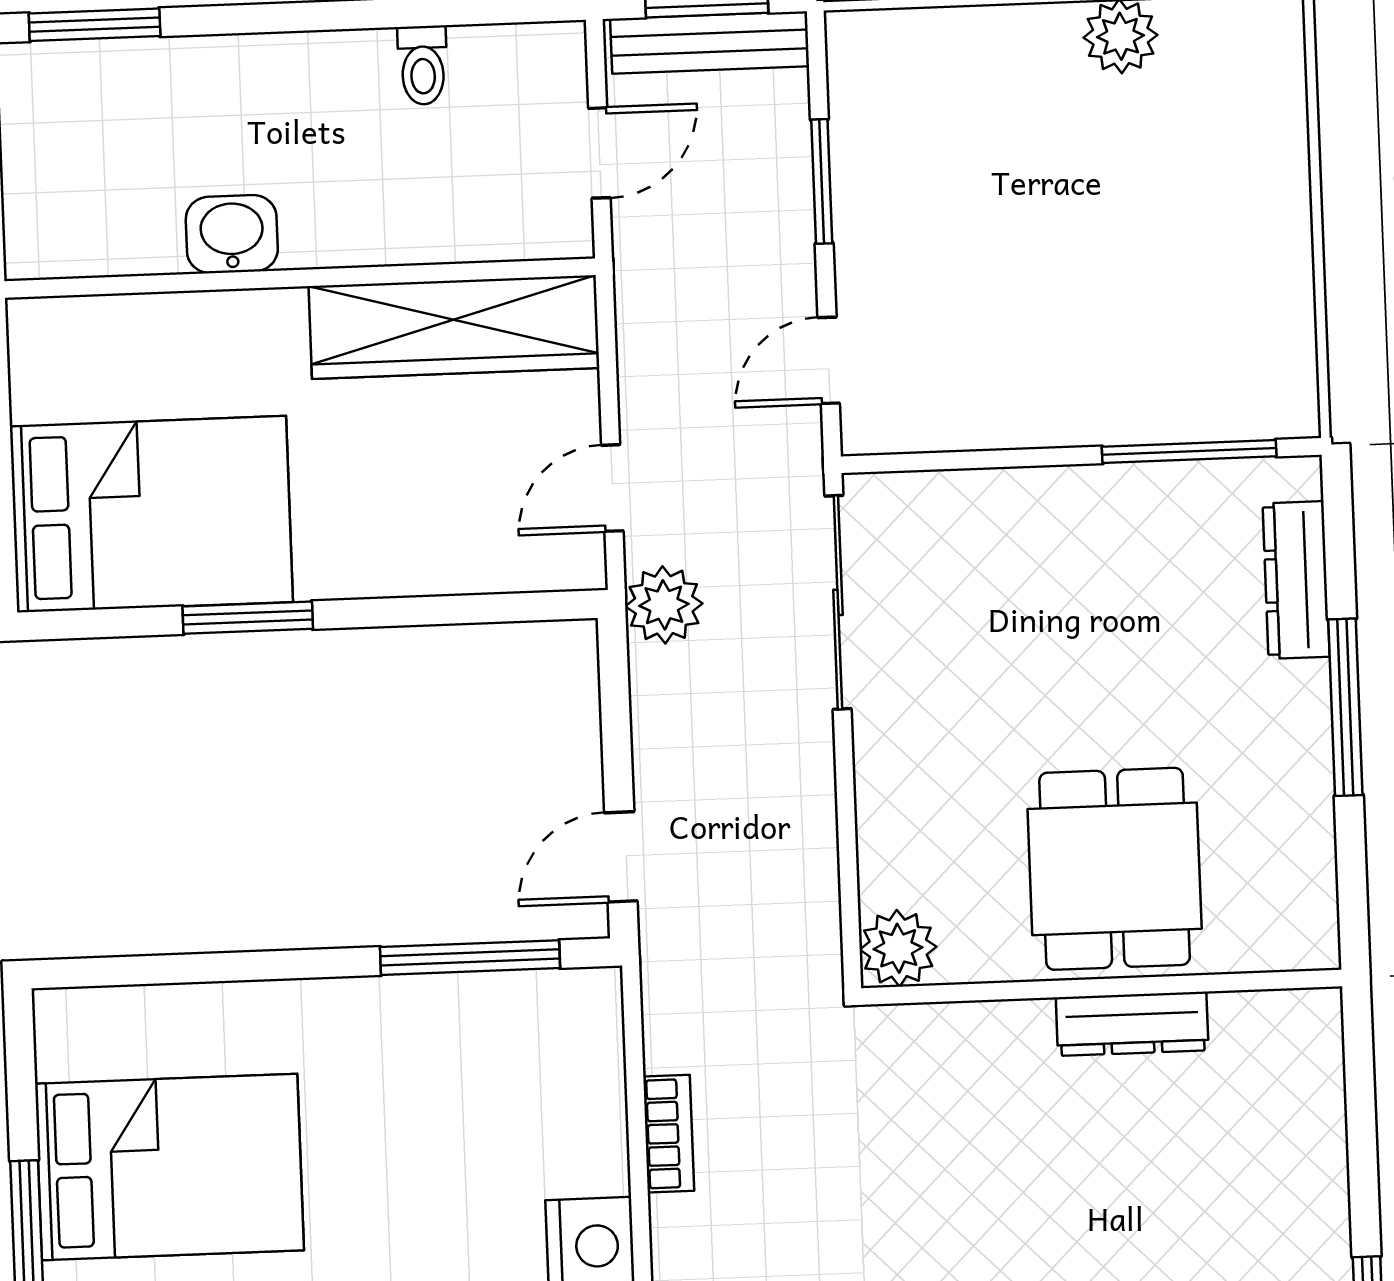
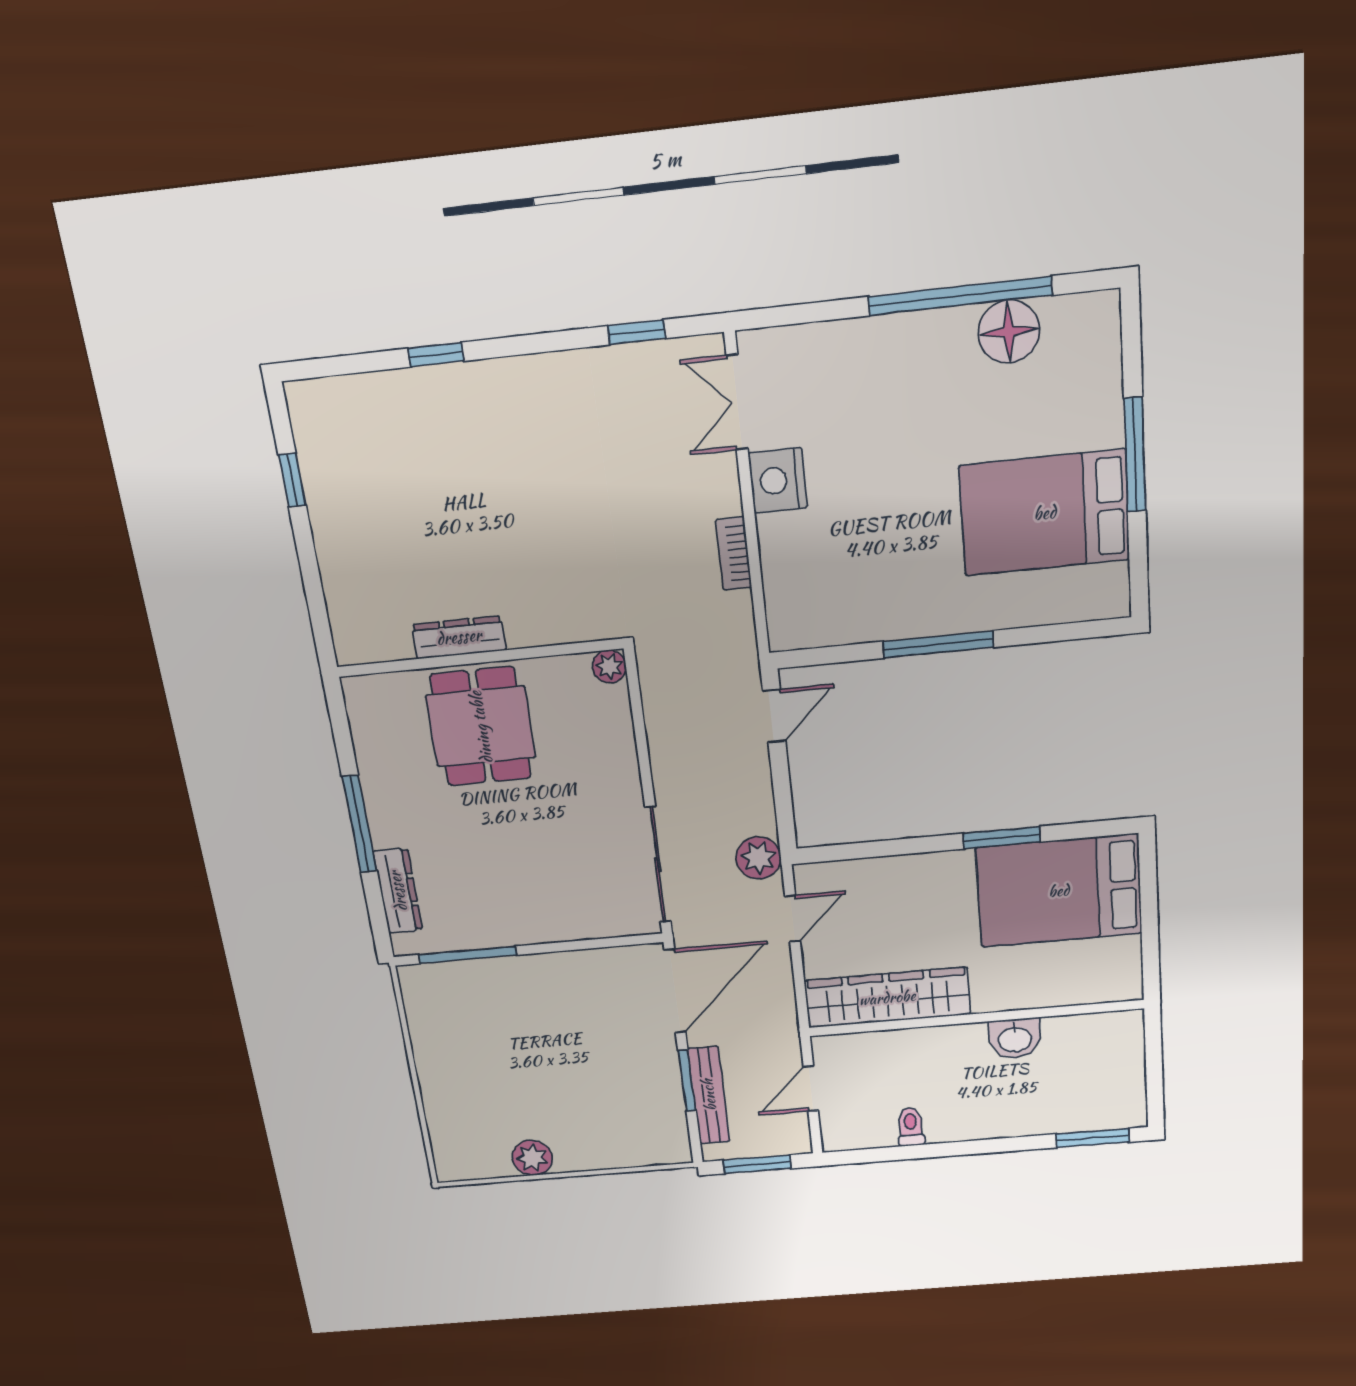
bench: (710, 43) -> (709, 1095), moved, turned 90
door: (829, 360) -> (675, 991), width x1.88
plant: (898, 948) -> (609, 666), width x0.73, depth x0.73
window: (470, 958) -> (938, 644), moved

